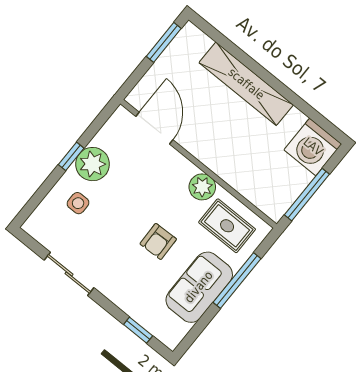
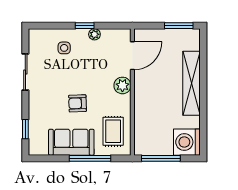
plant: (93, 164) -> (94, 34), width x0.53, depth x0.53
plant: (202, 187) -> (122, 85), moved

